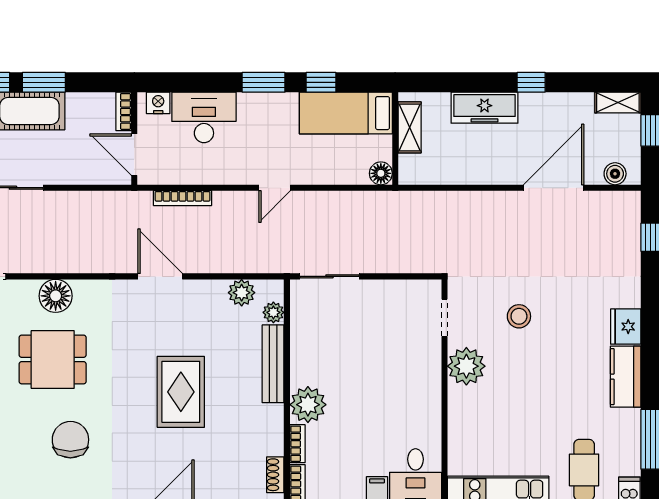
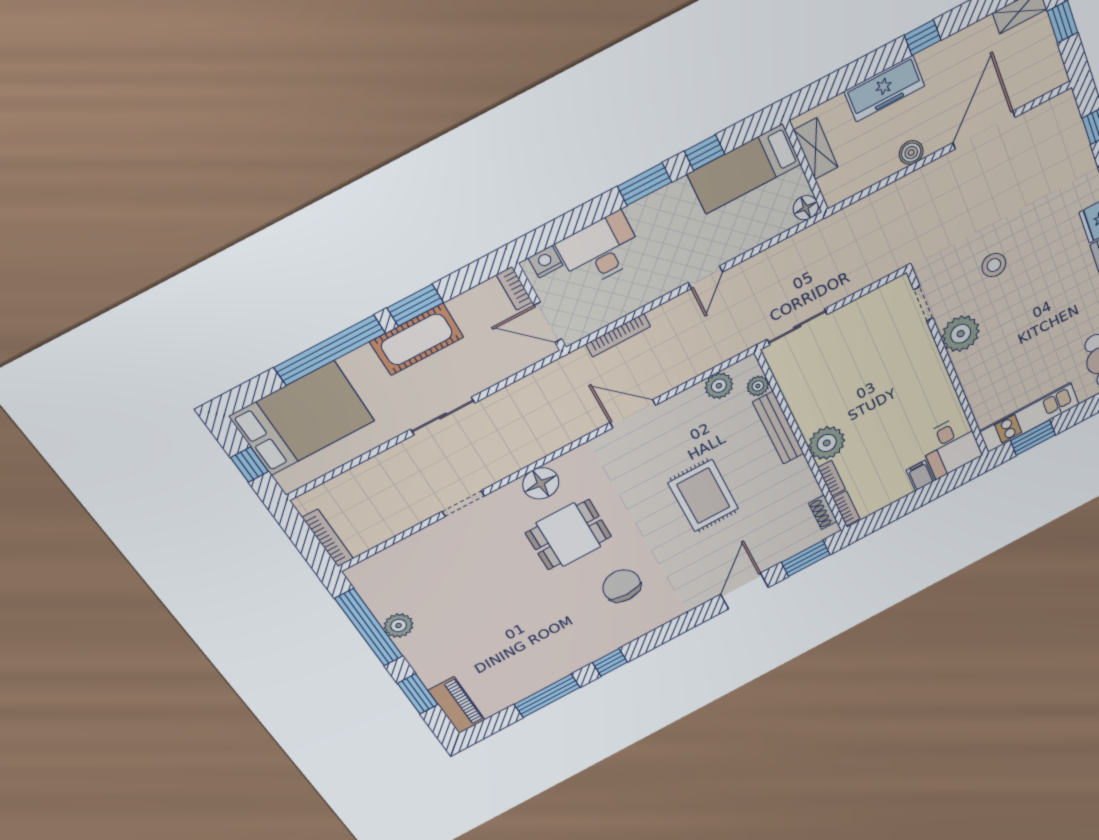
boiler: (615, 174) -> (911, 153), moved

